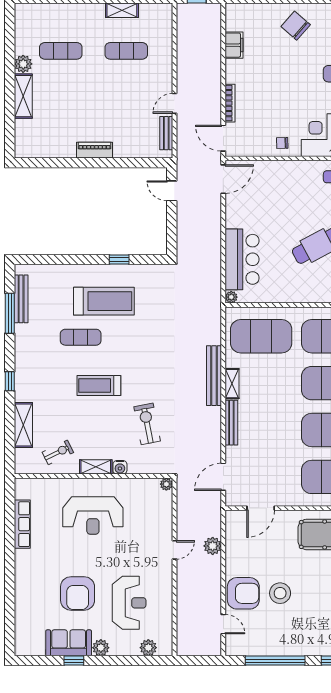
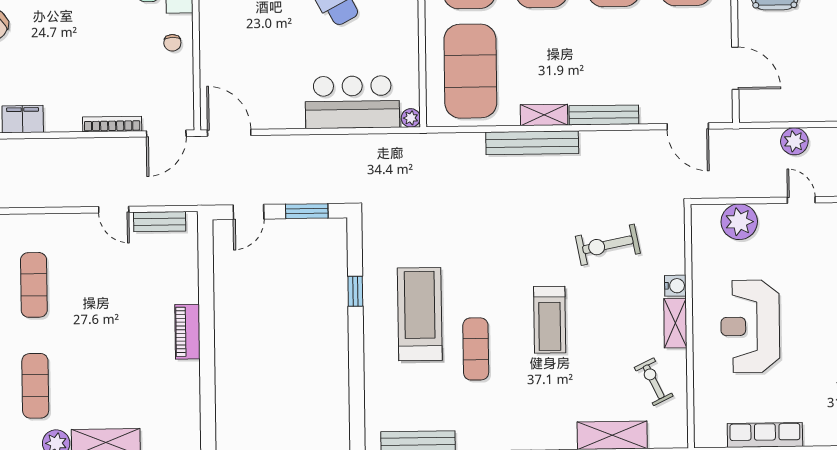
window: (172, 229) -> (307, 211), added
plant: (166, 484) -> (739, 222), moved, width x1.87, depth x1.87
reception desk: (93, 516) -> (750, 326), turned 180

